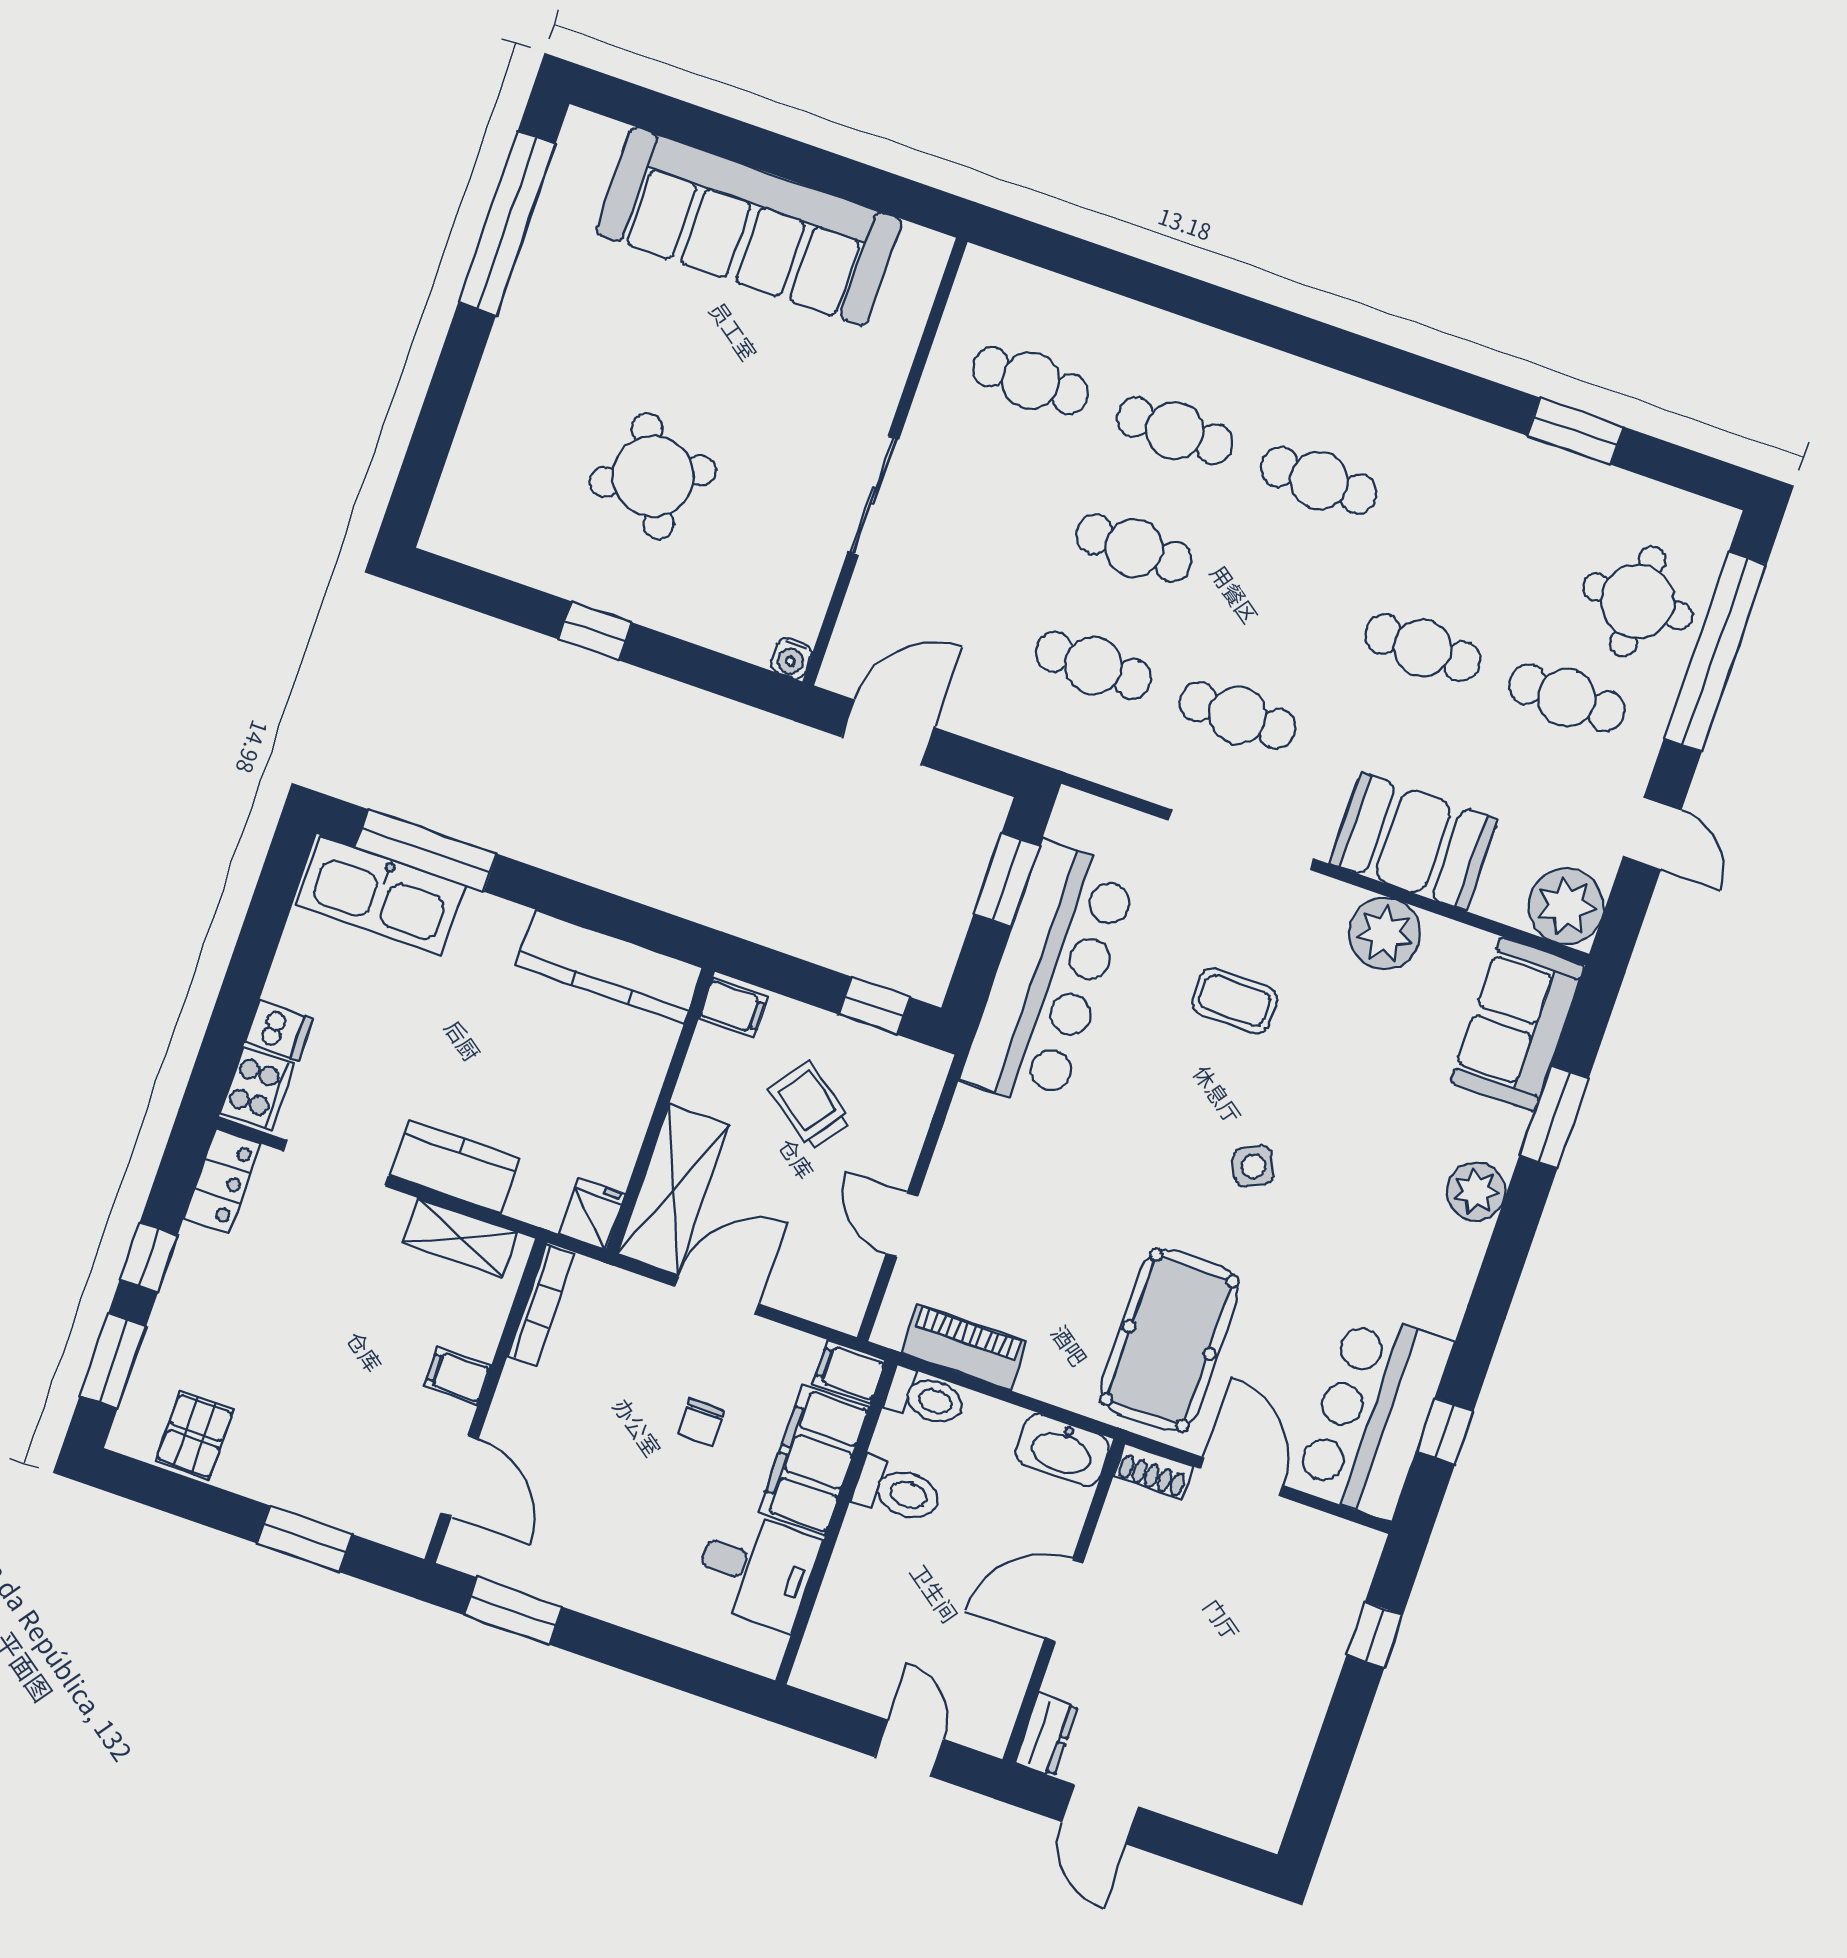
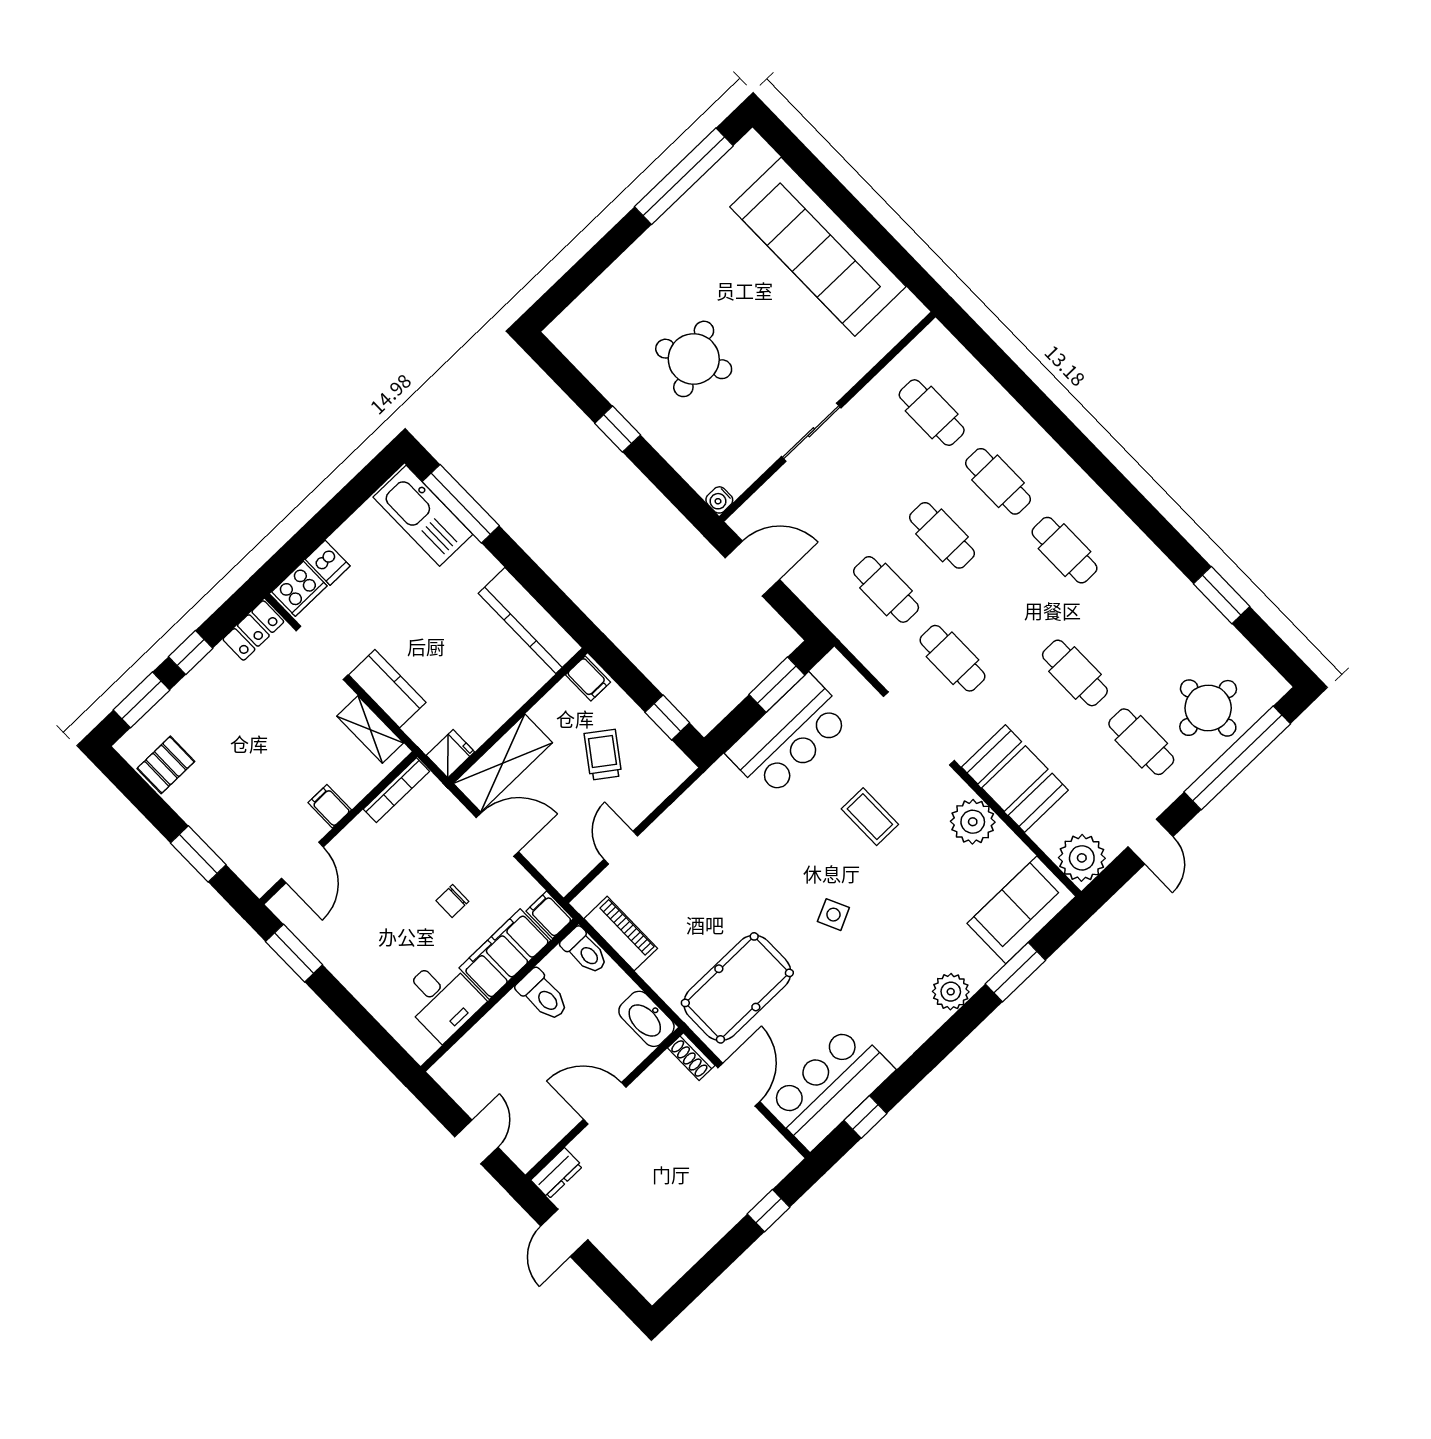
bar counter: (1050, 976) -> (789, 736), width x0.73

